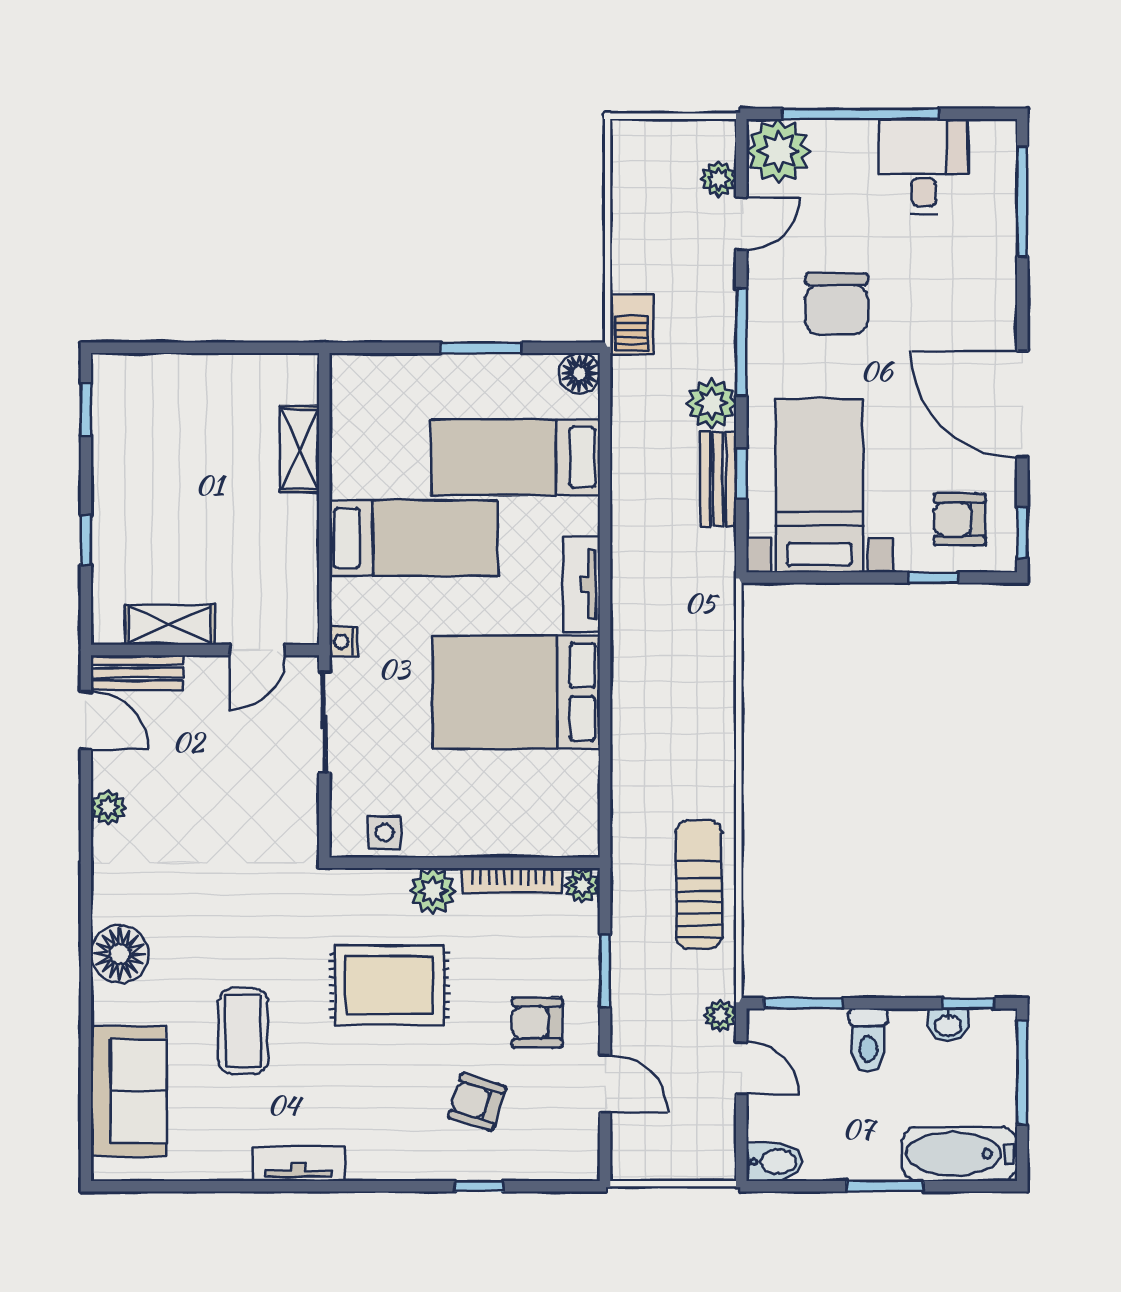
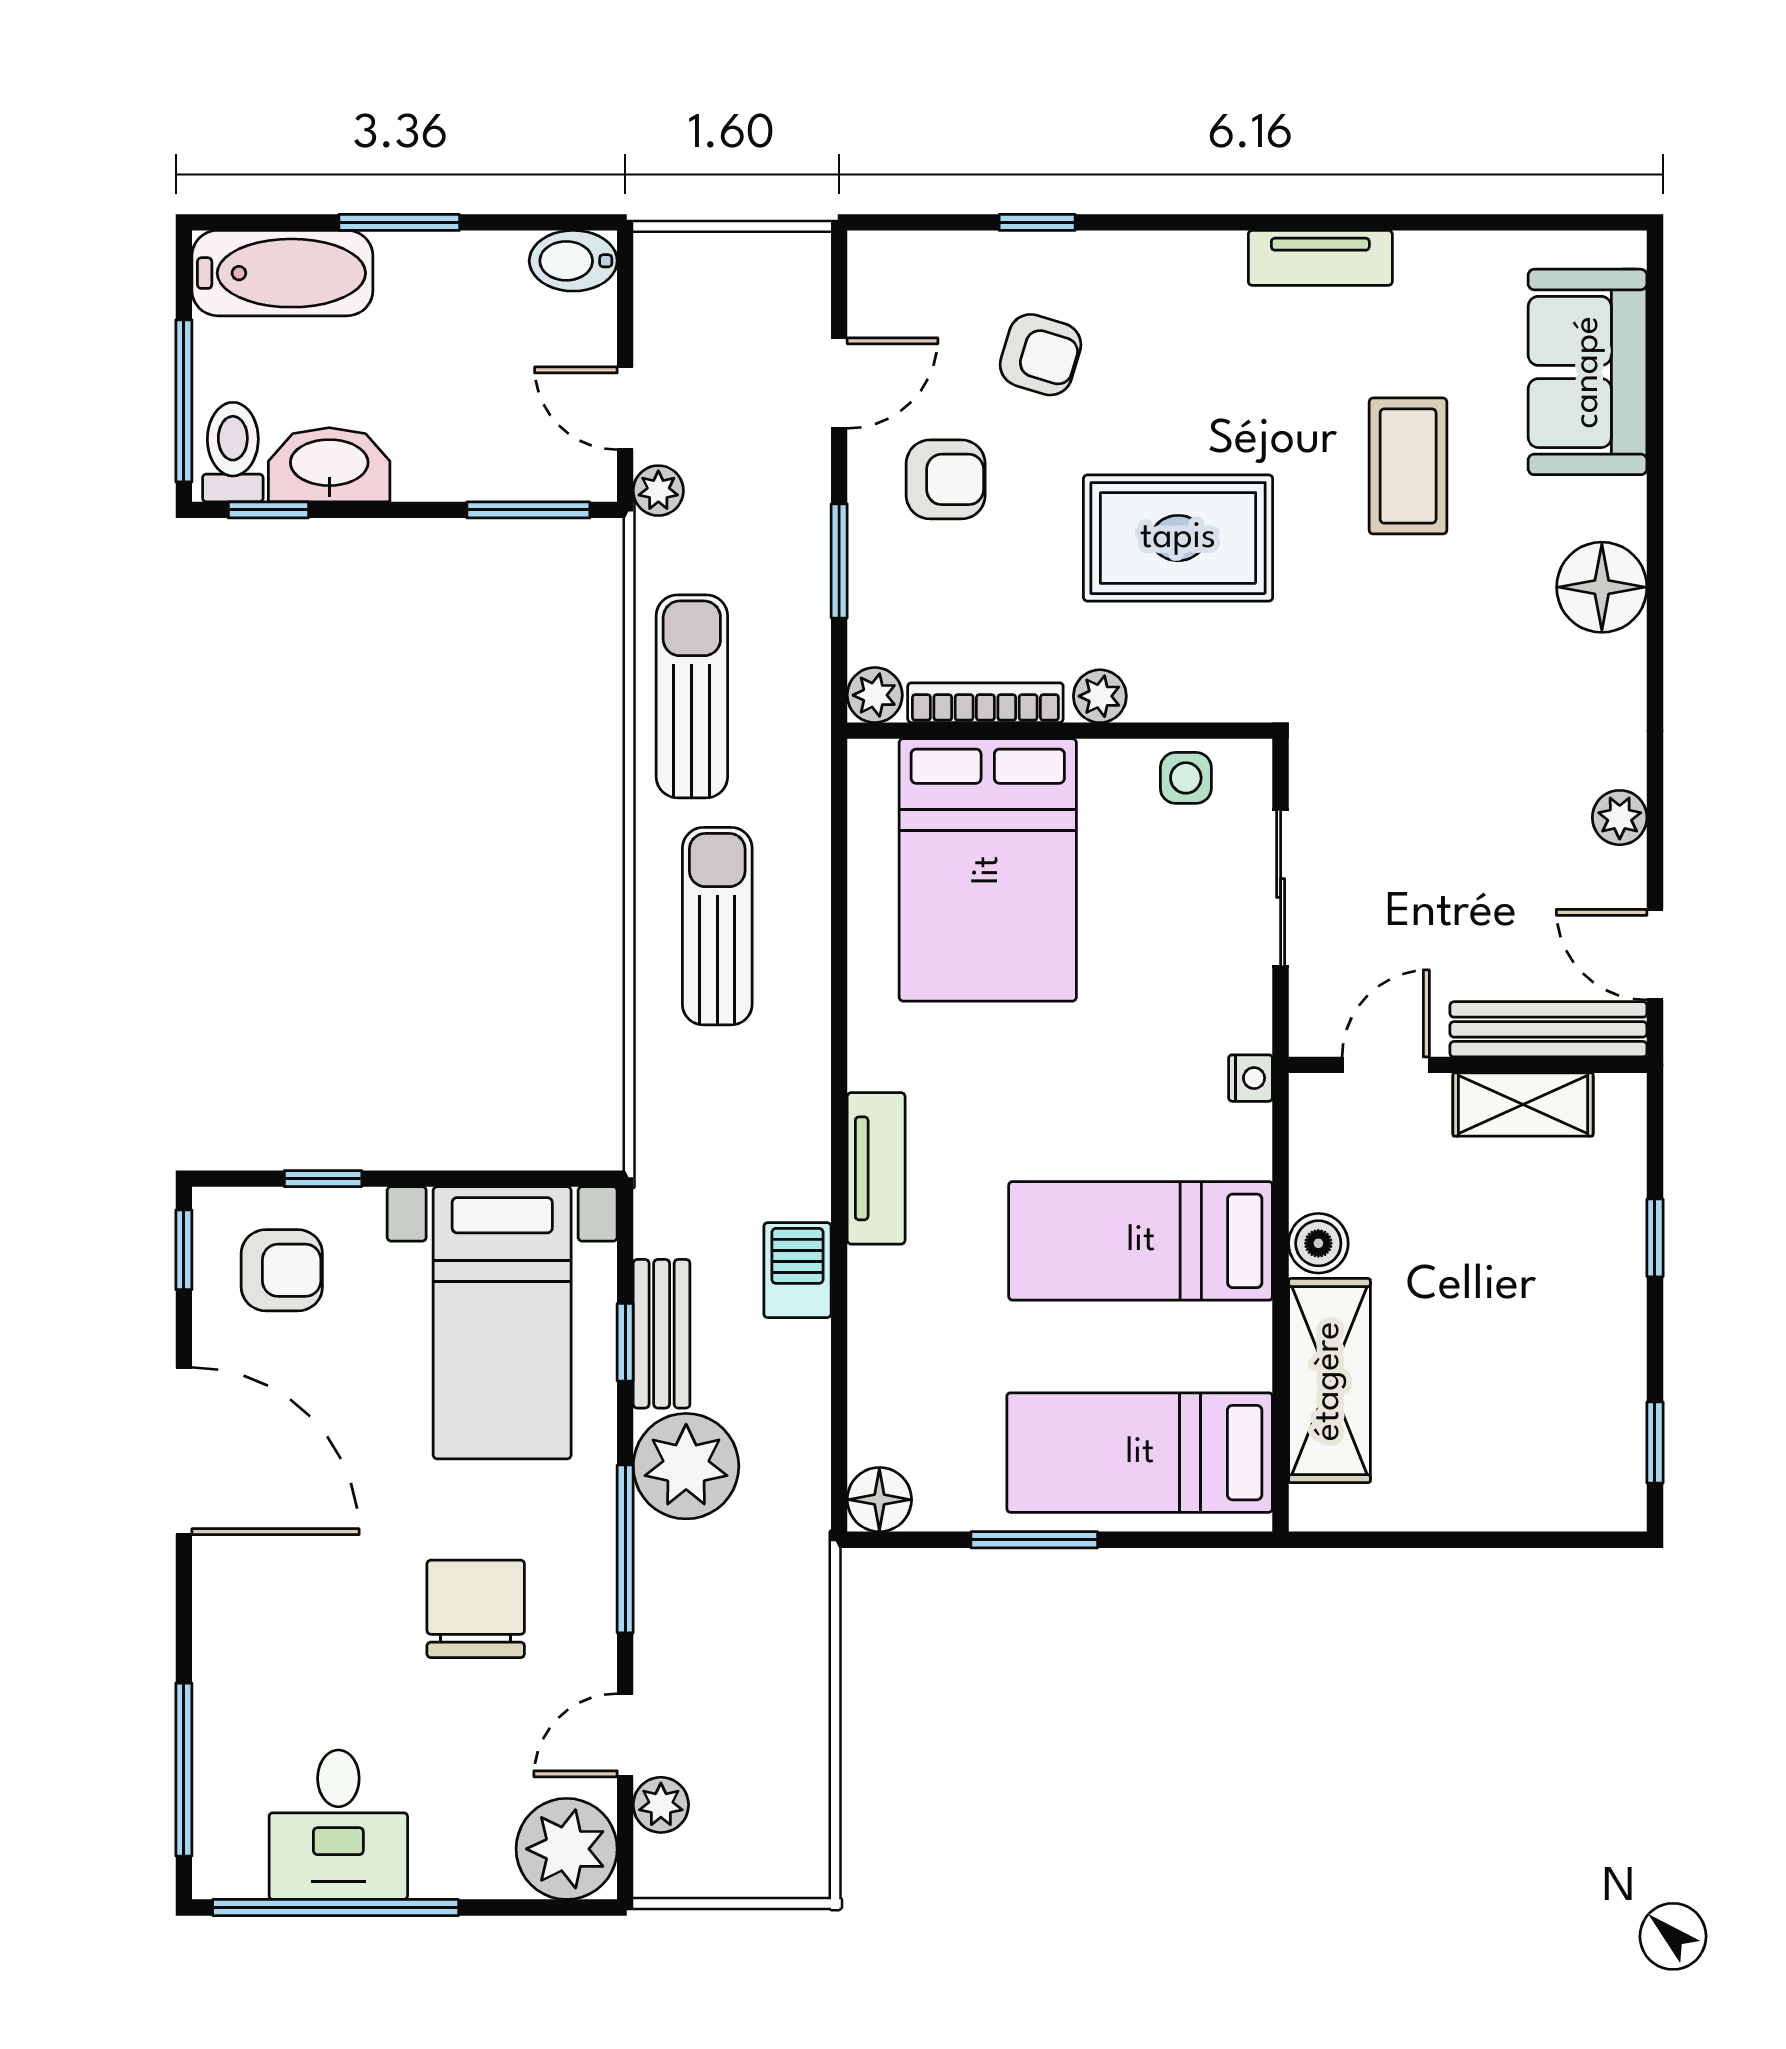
window: (860, 114) -> (336, 1908), moved
barbecue: (632, 324) -> (797, 1270), moved
plant: (712, 404) -> (686, 1466), width x1.36, depth x1.36
shelving: (300, 449) -> (1329, 1381), width x1.50, depth x1.33
bed: (515, 457) -> (1140, 1453), moved, turned 180
boiler: (300, 536) -> (1318, 1243), added
bench: (137, 673) -> (1548, 1029), width x1.36
bed: (516, 692) -> (988, 870), moved, turned 90
sliding door: (324, 722) -> (1281, 888), moved
sun lounger: (683, 738) -> (717, 926), added
sun lounger: (699, 885) -> (692, 696), turned 180
plant: (433, 891) -> (1100, 696), width x0.73, depth x0.73
washbasin: (948, 1025) -> (329, 465), width x1.91, depth x1.45
toilet: (868, 1040) -> (233, 452), moved
door: (605, 1084) -> (839, 383), swing flipped

